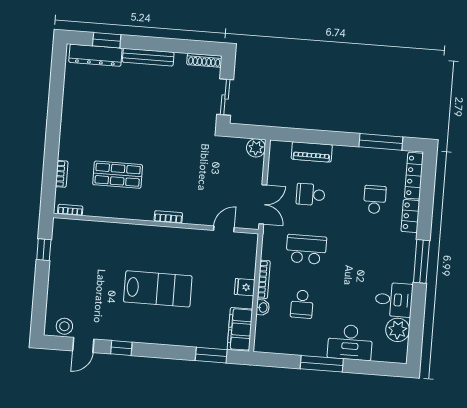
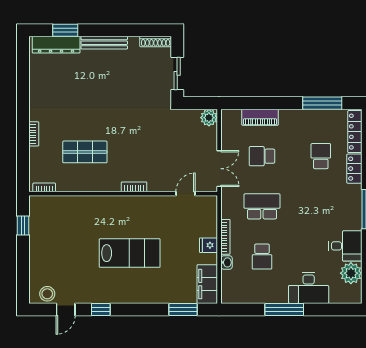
bookcase: (62, 174) -> (34, 134), moved

